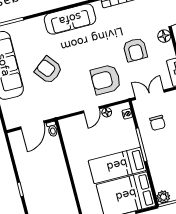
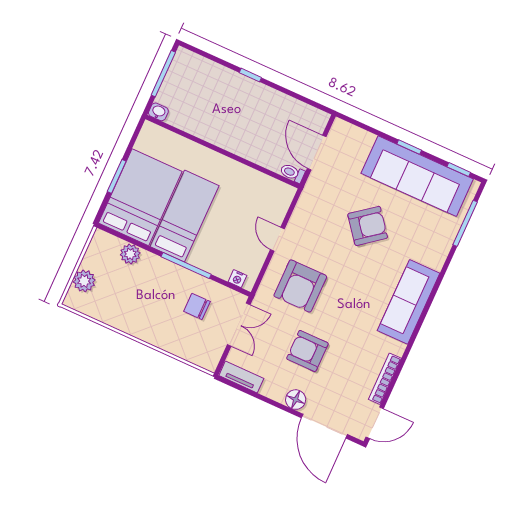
armchair: (106, 80) -> (300, 286), turned 180
floor lamp: (107, 112) -> (259, 255), removed
plant: (163, 197) -> (130, 254), moved

